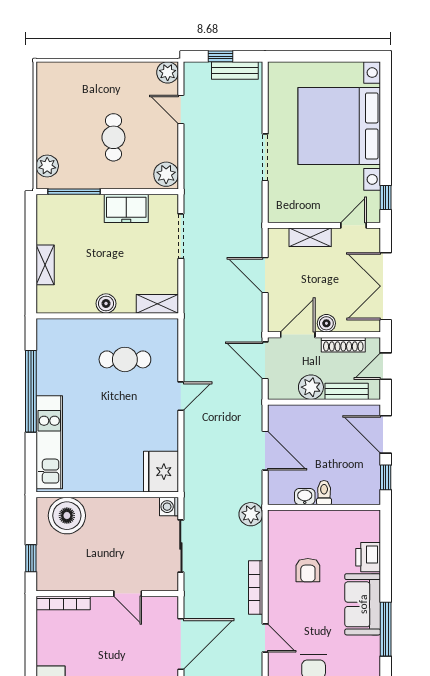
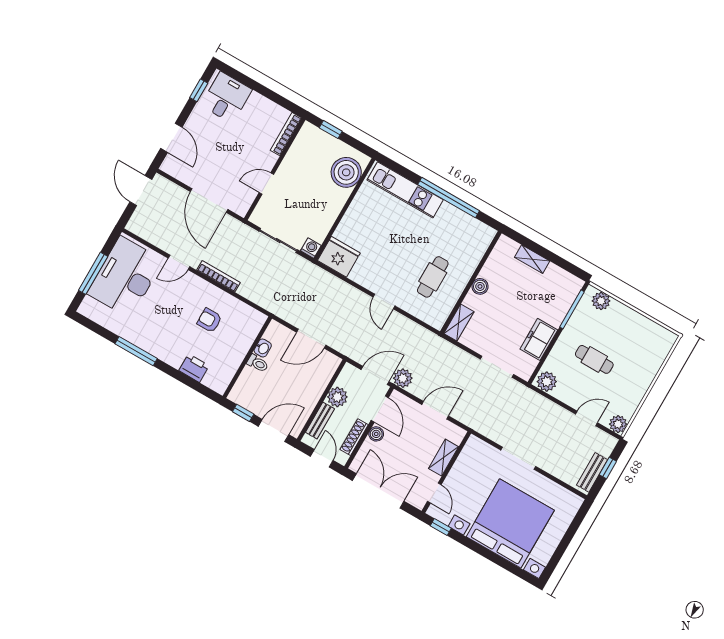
plant: (251, 514) -> (403, 378), moved
sofa: (363, 604) -> (163, 345), removed

